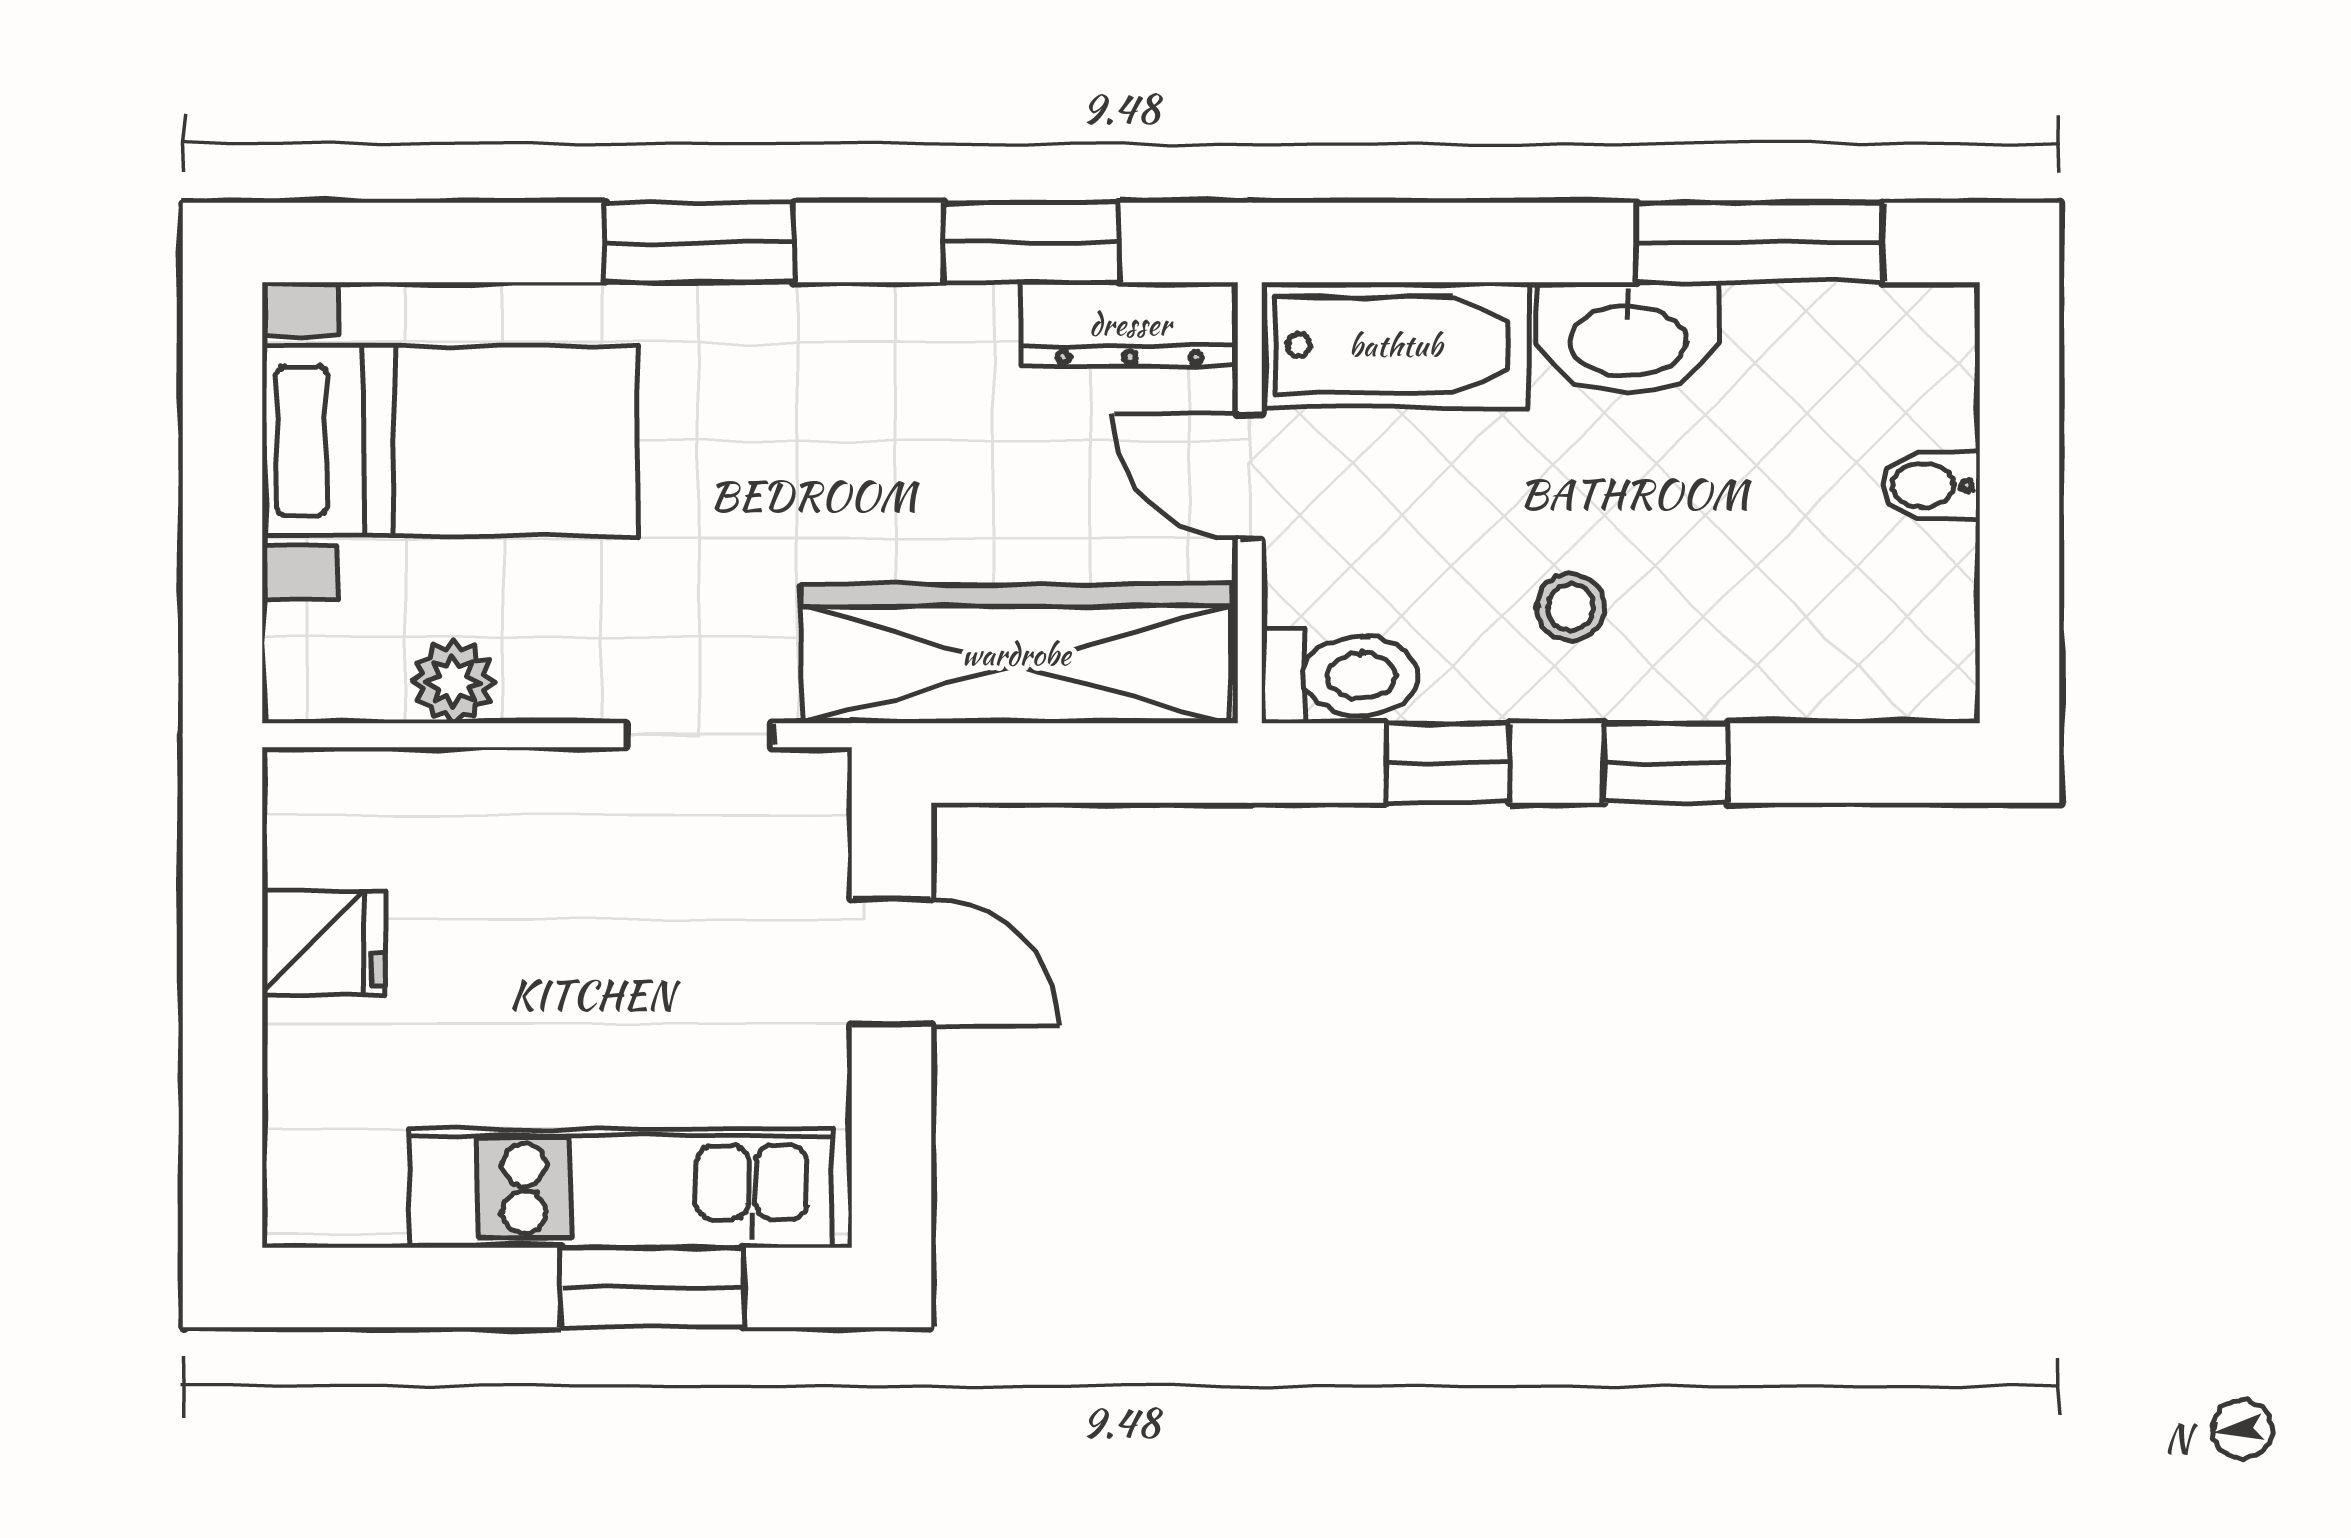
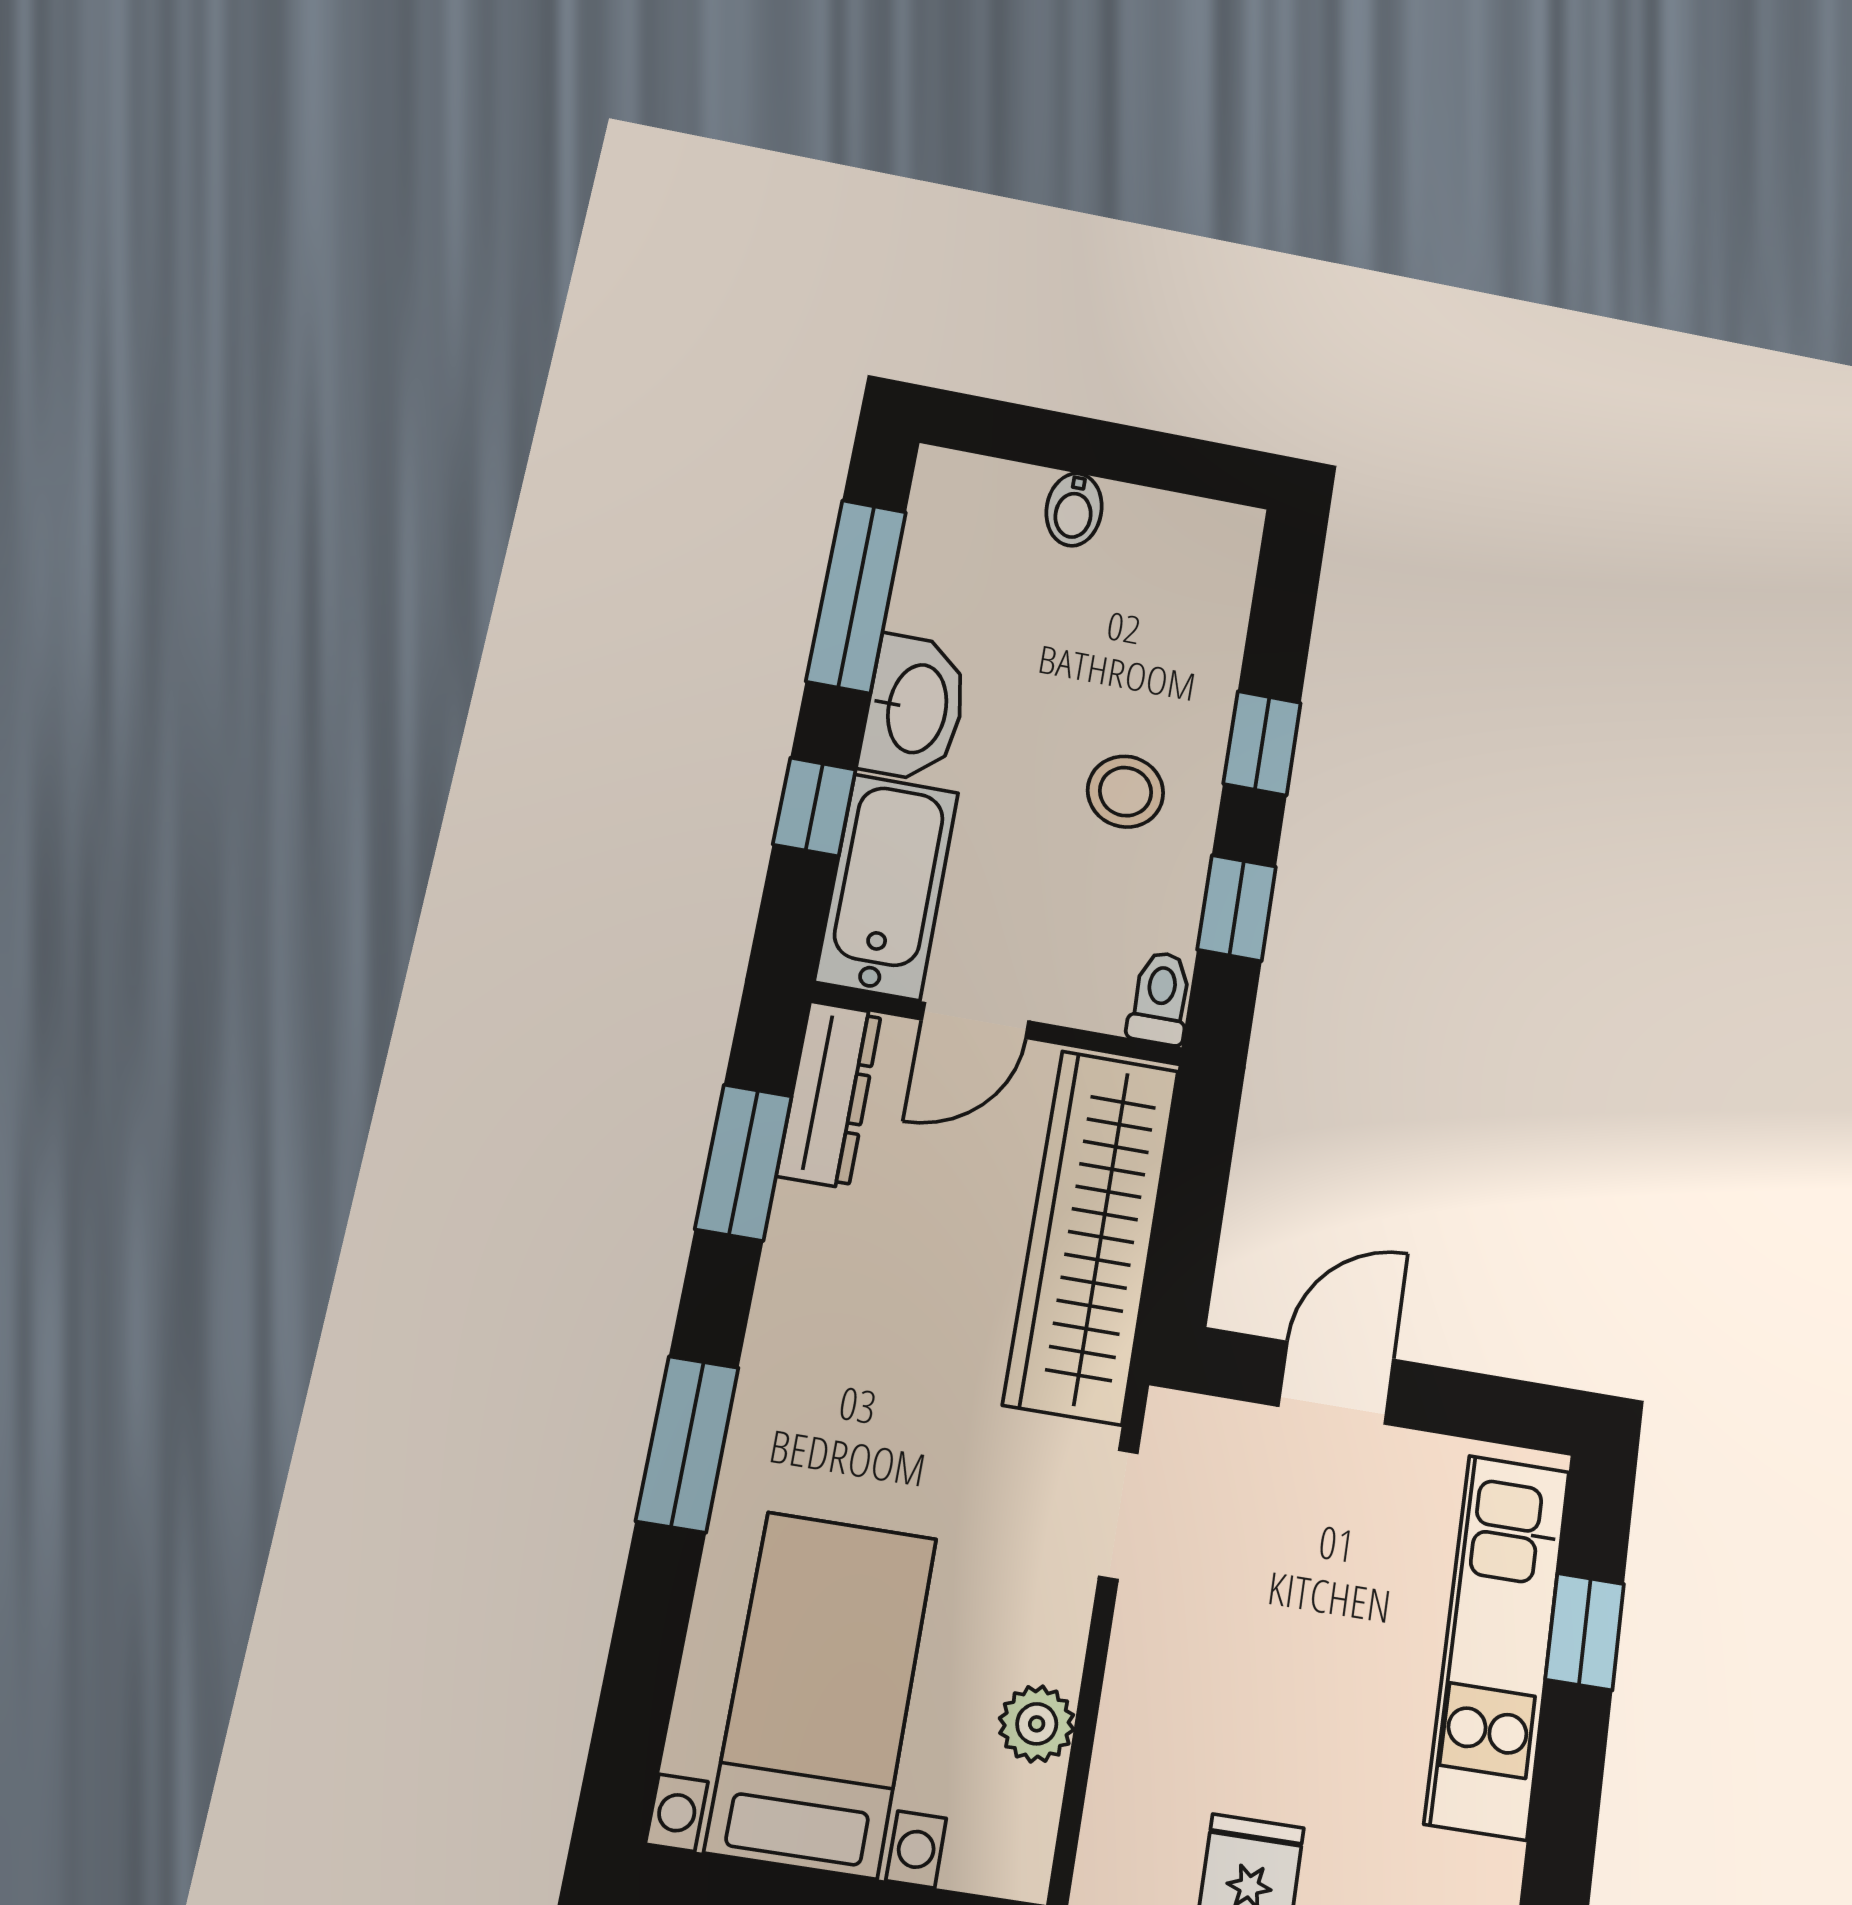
window: (1479, 242) -> (814, 807), added
stool: (1570, 607) -> (1125, 792), width x1.37, depth x1.37
toilet: (1340, 676) -> (1160, 998), width x0.73, depth x0.72
window: (652, 1287) -> (1585, 1632), width x0.67

